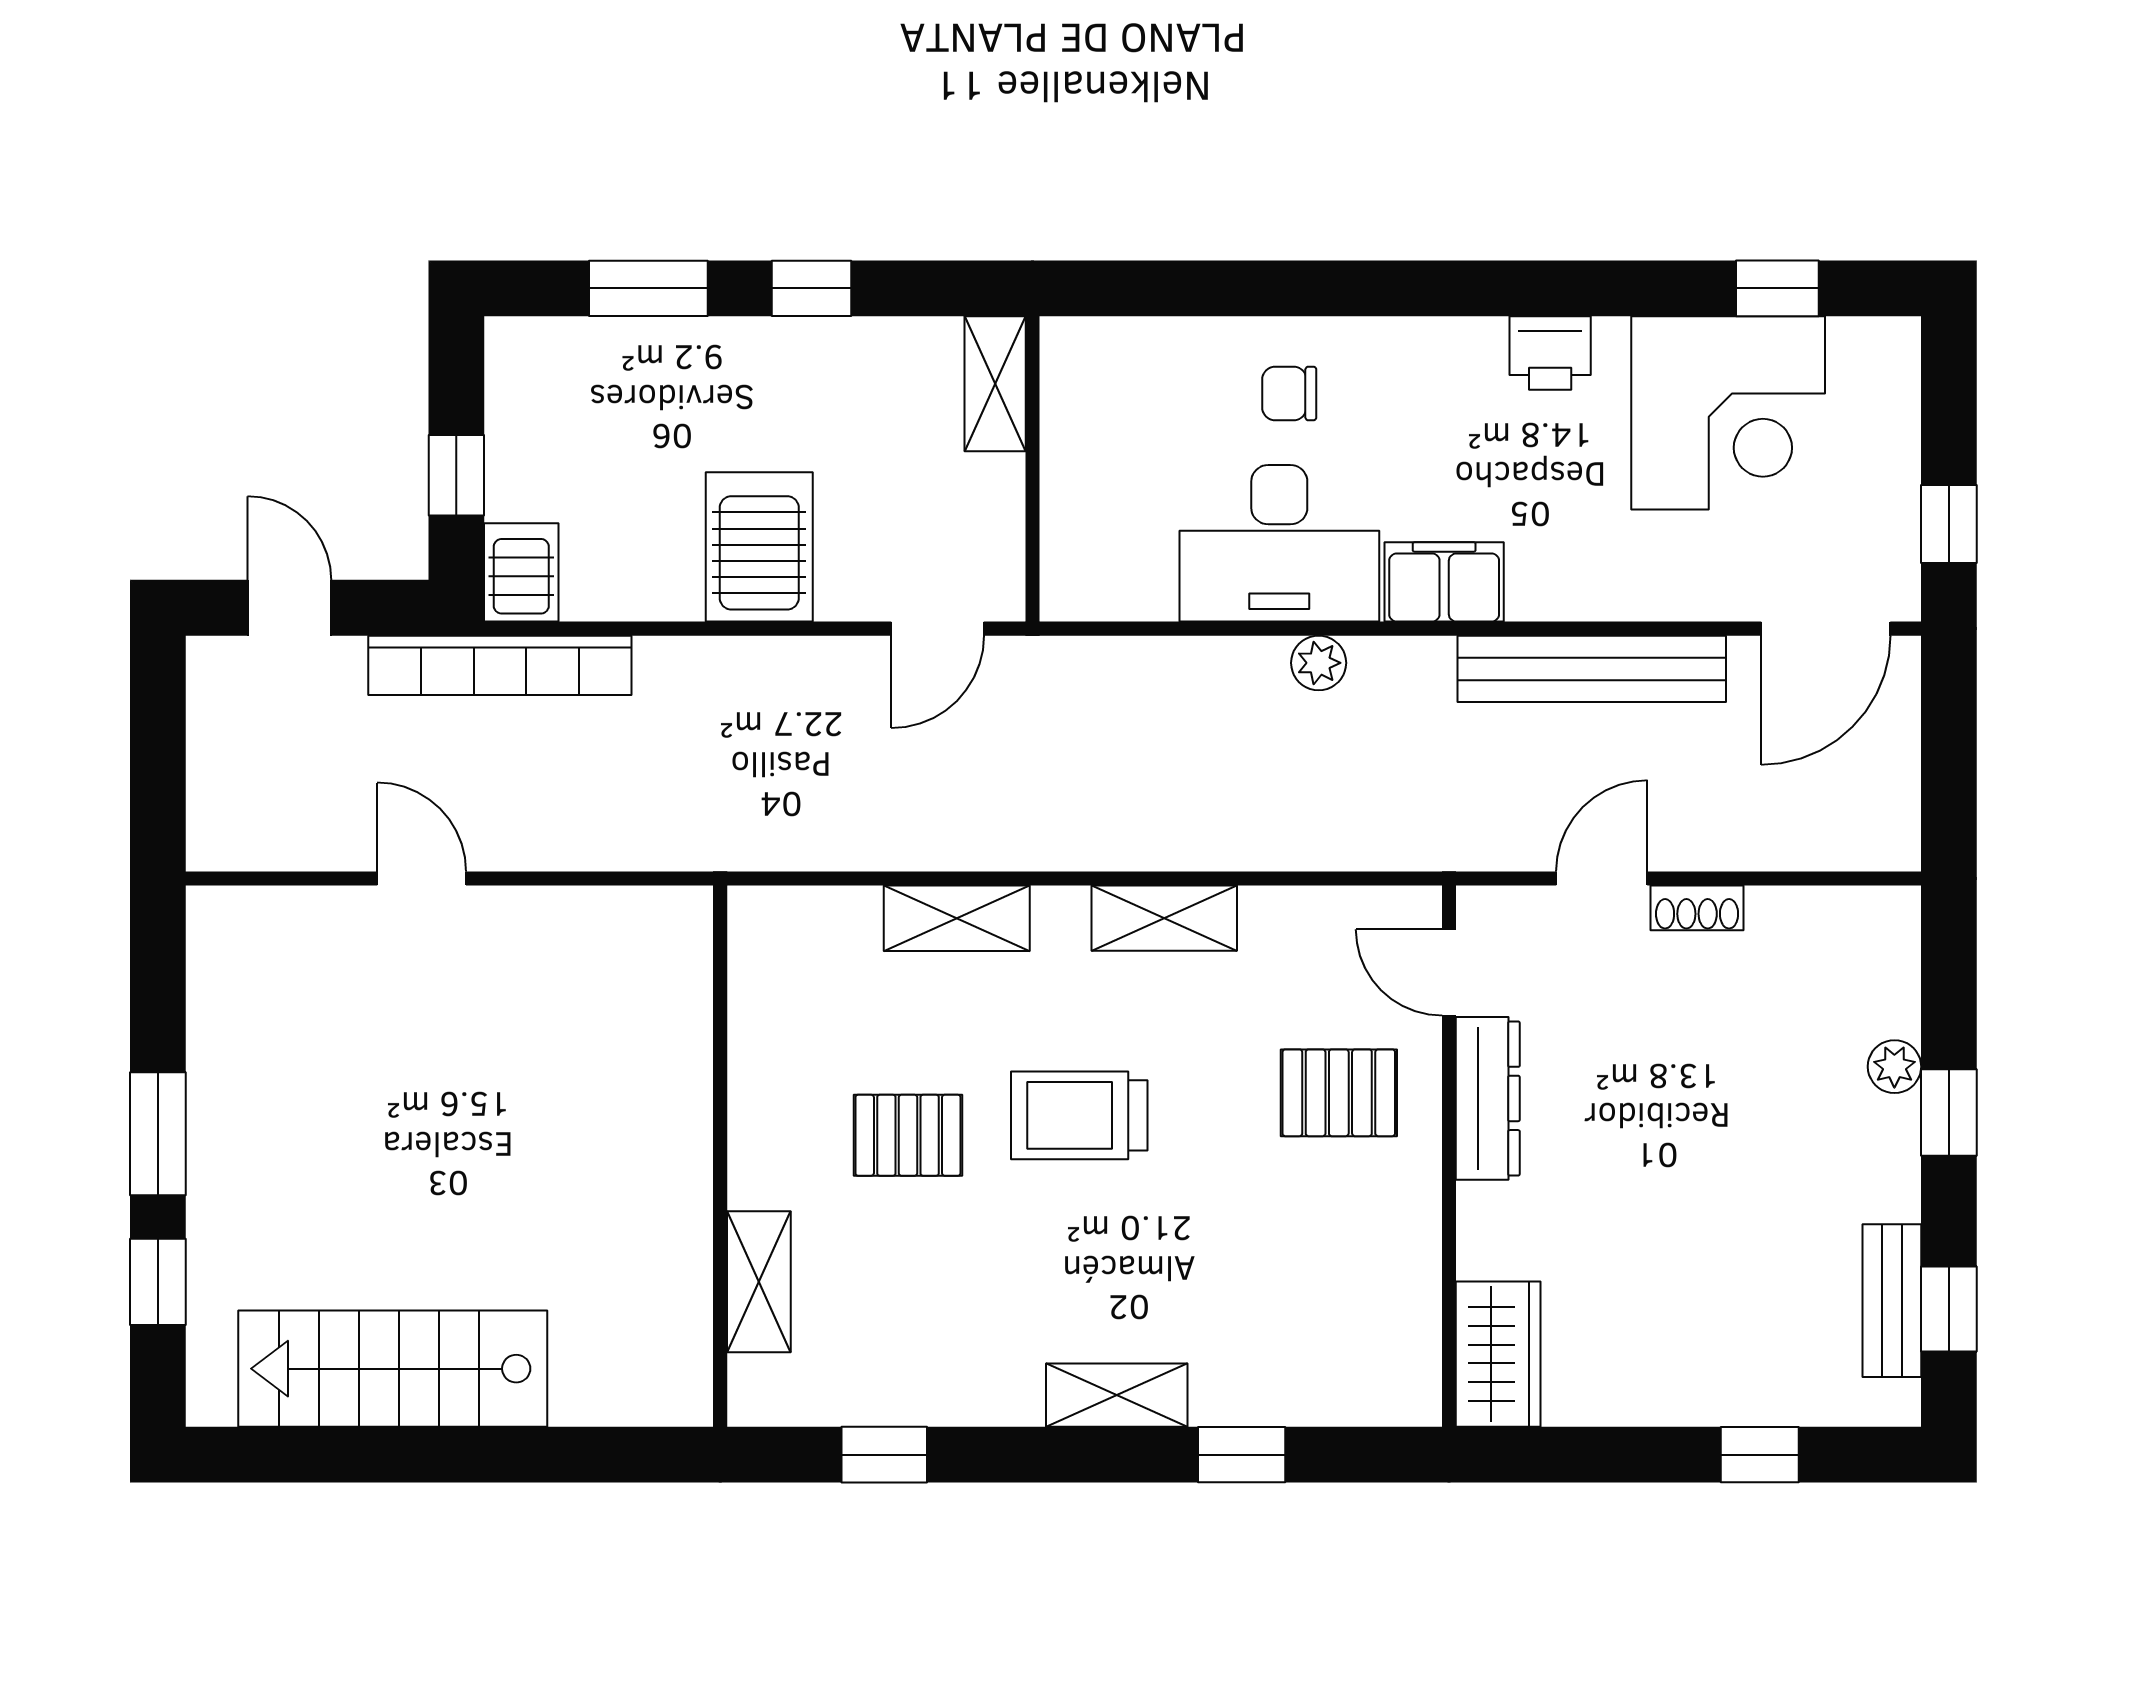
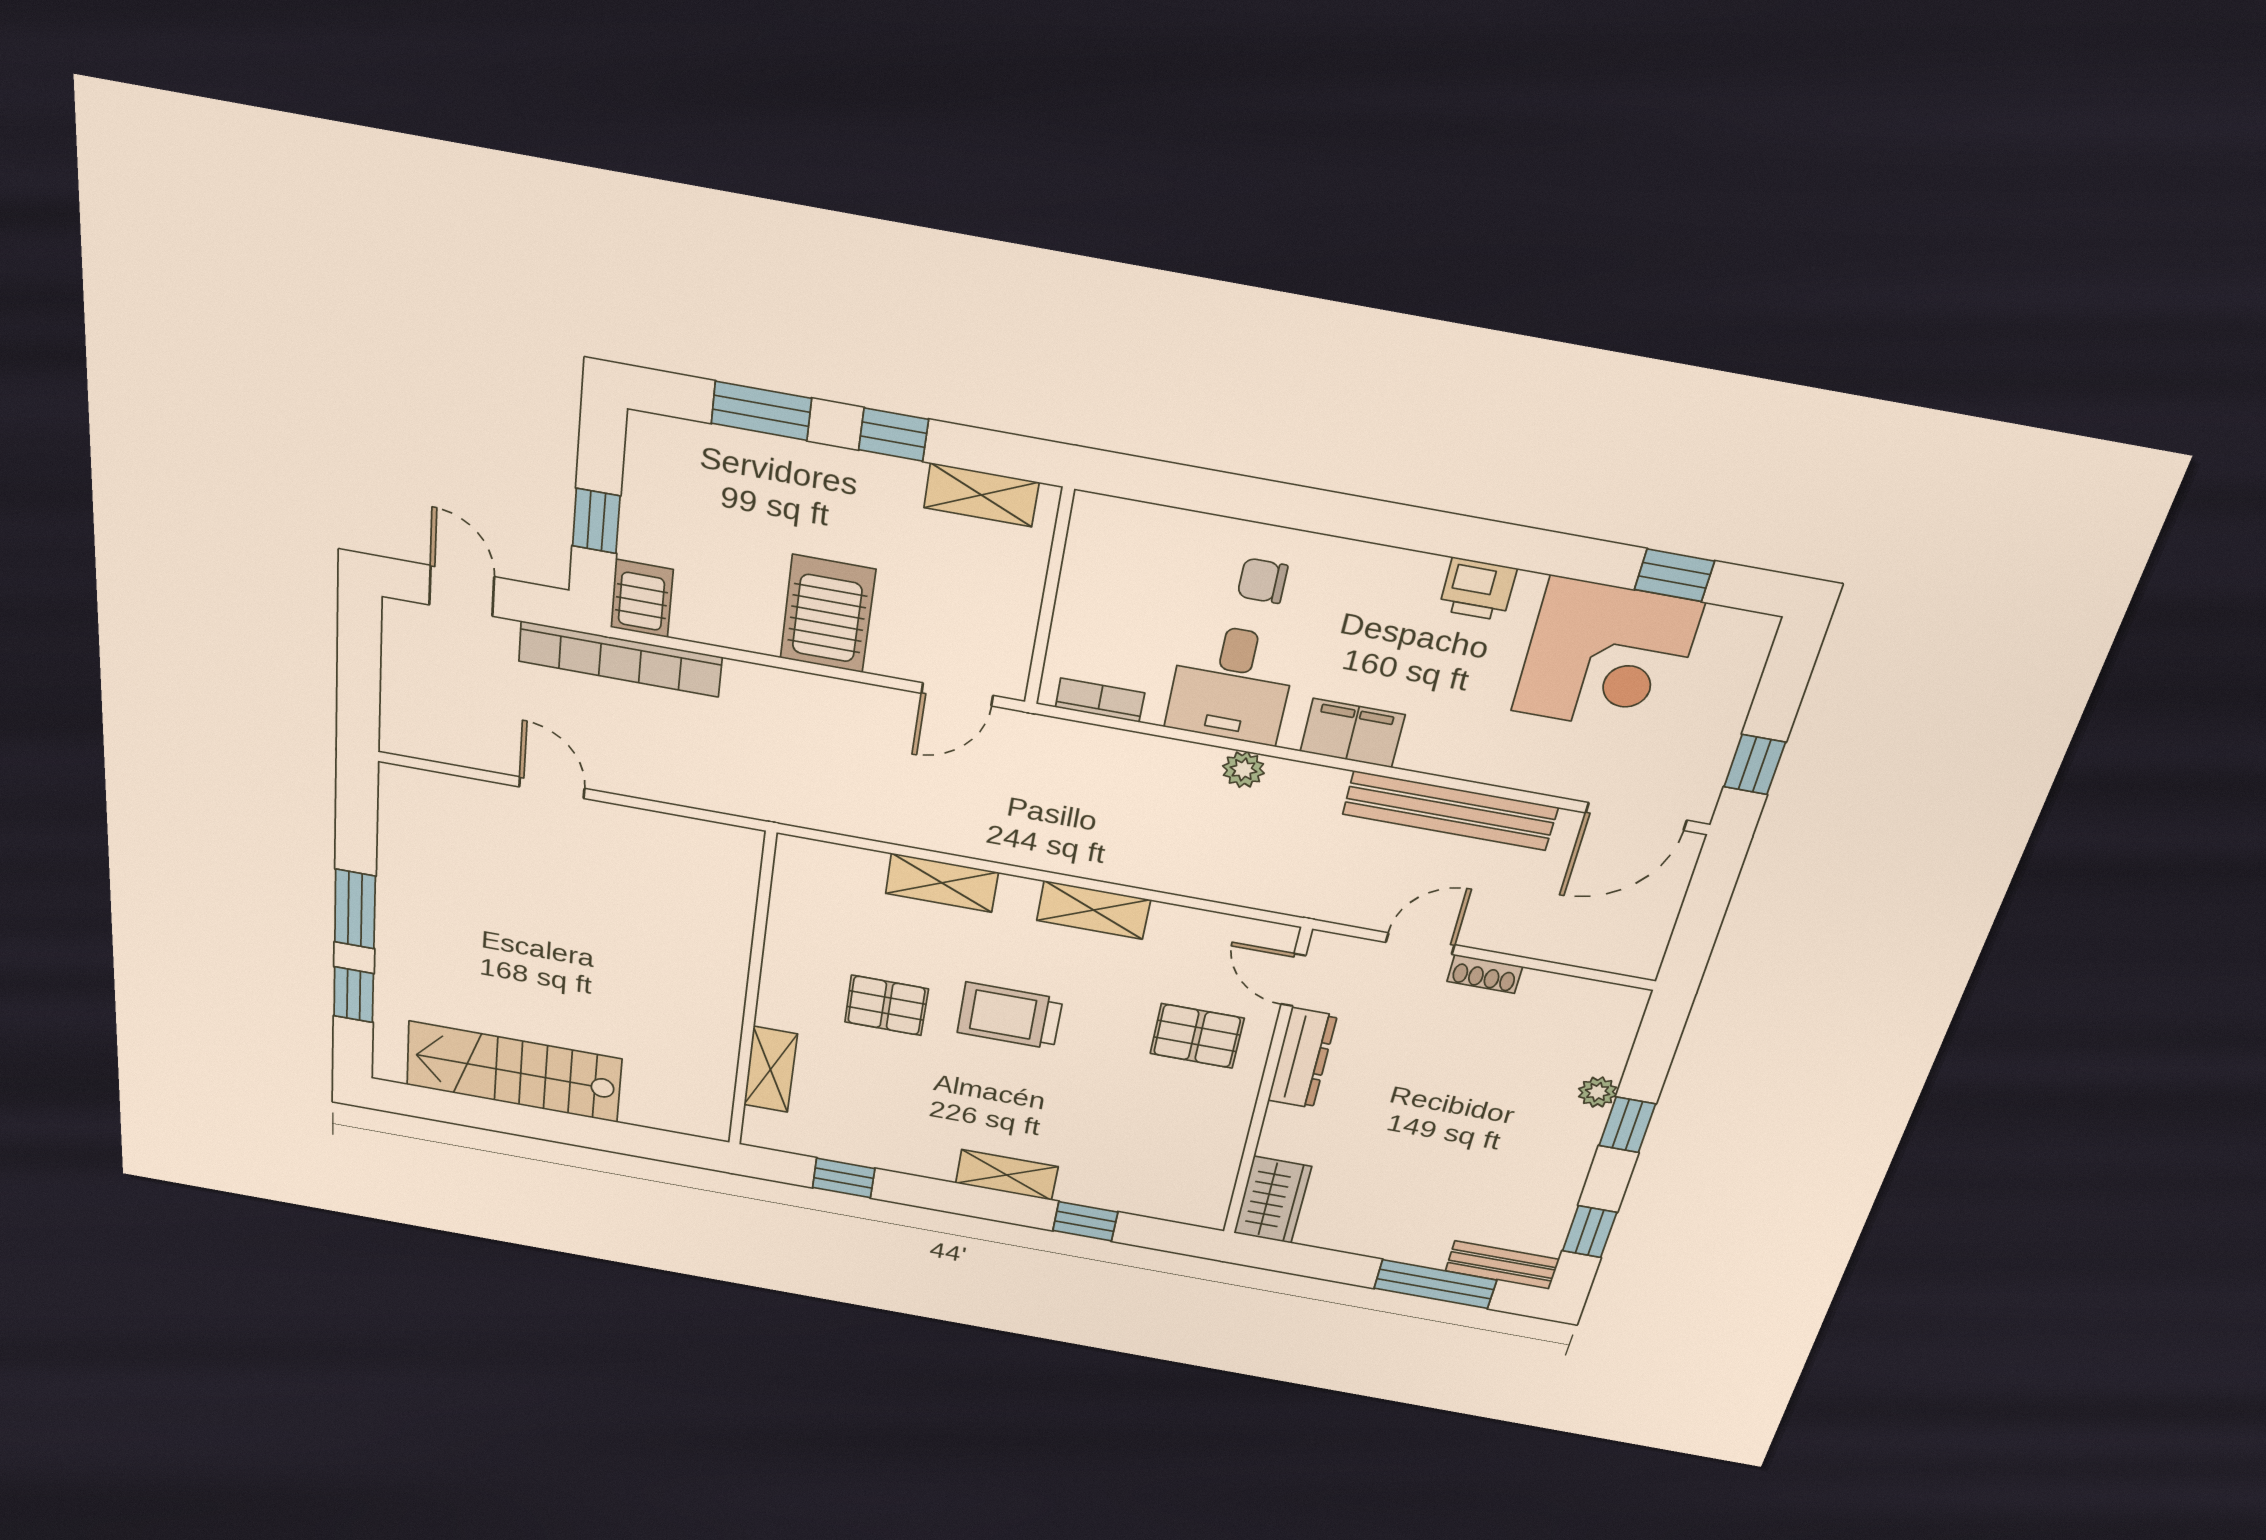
shelving: (995, 384) -> (981, 495), moved, turned 90
desk: (1279, 543) -> (1231, 684), width x0.73
bookcase: (1119, 600) -> (1100, 700), added
bench: (1892, 1301) -> (1502, 1265), moved, turned 90
window: (1760, 1455) -> (1435, 1284), width x2.17

